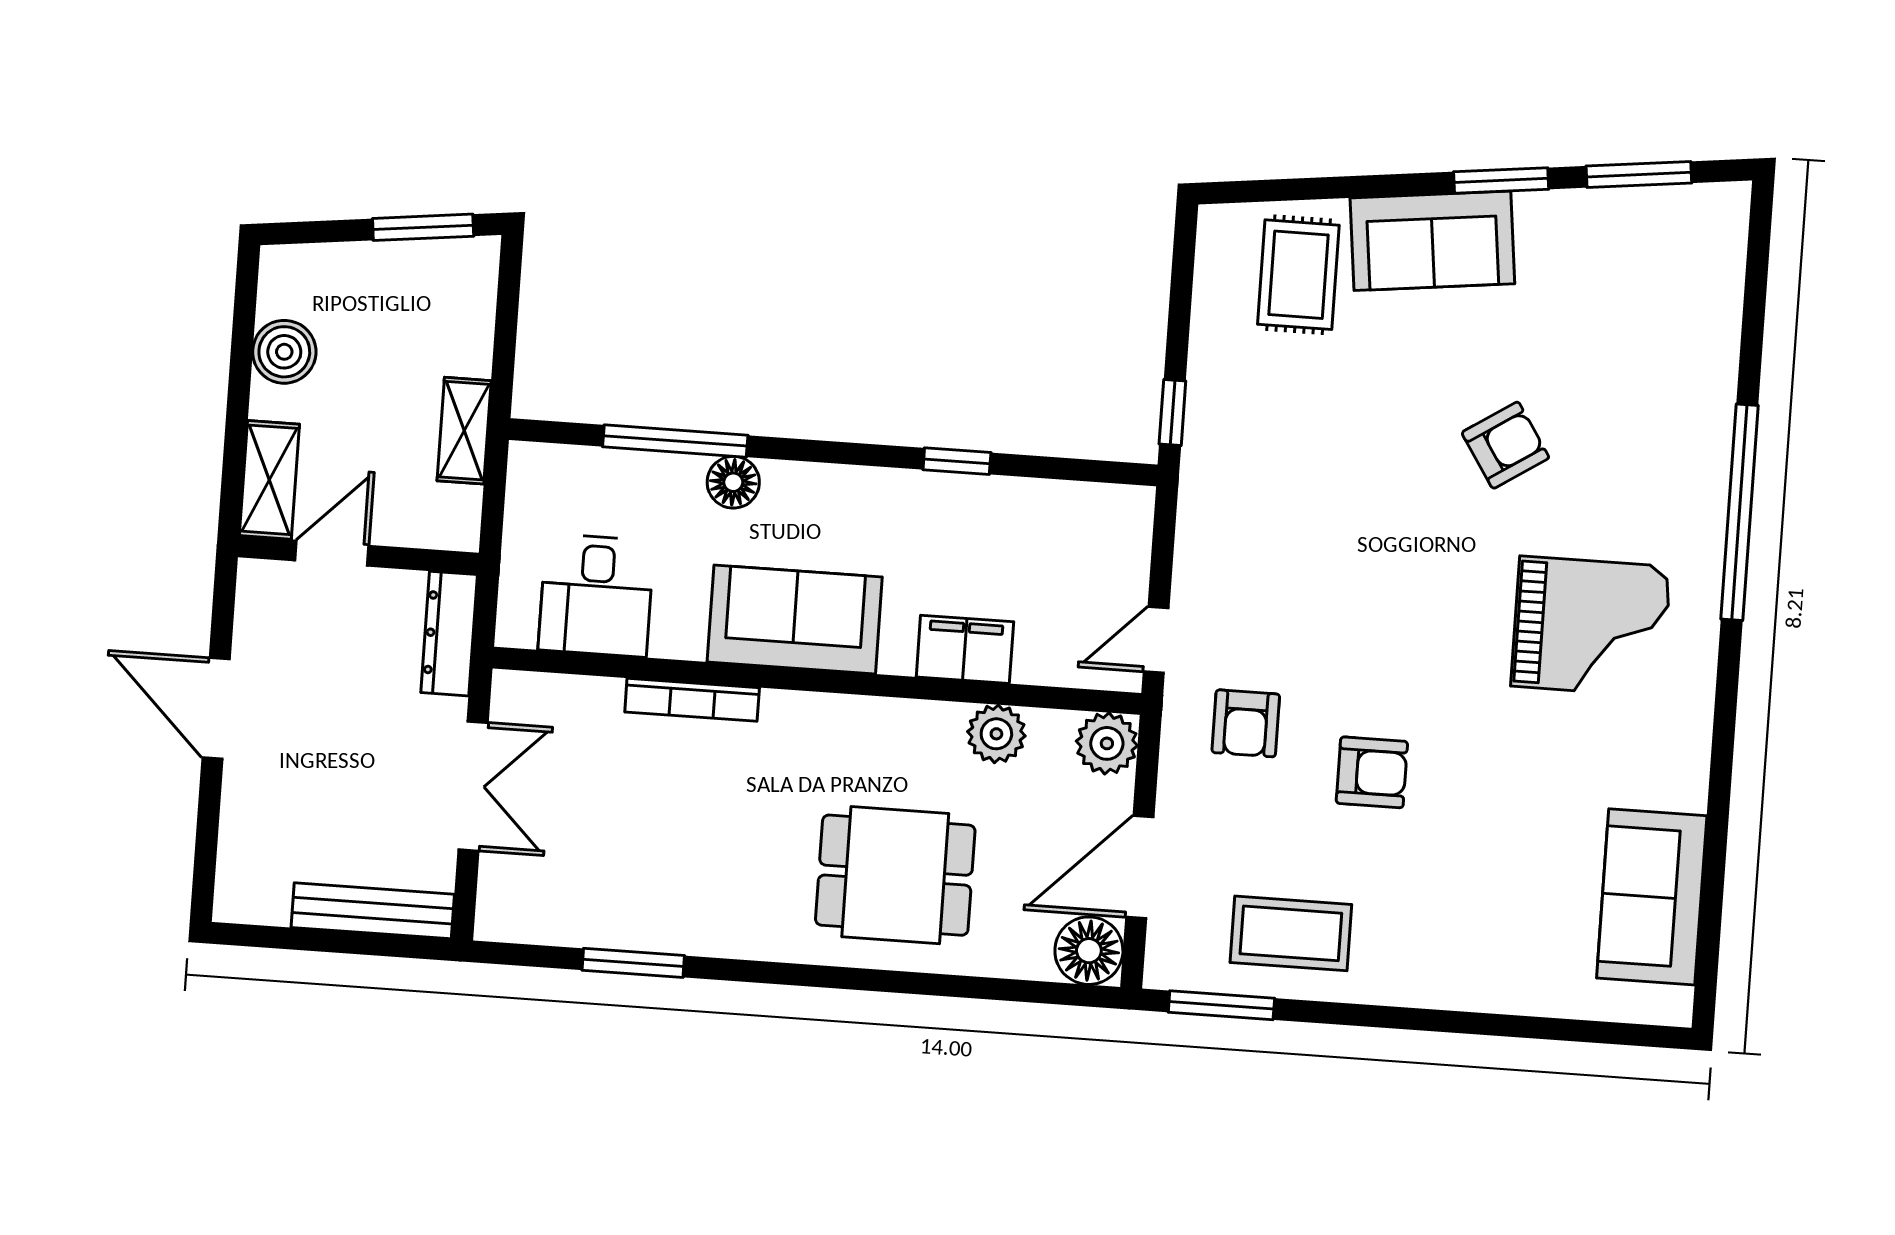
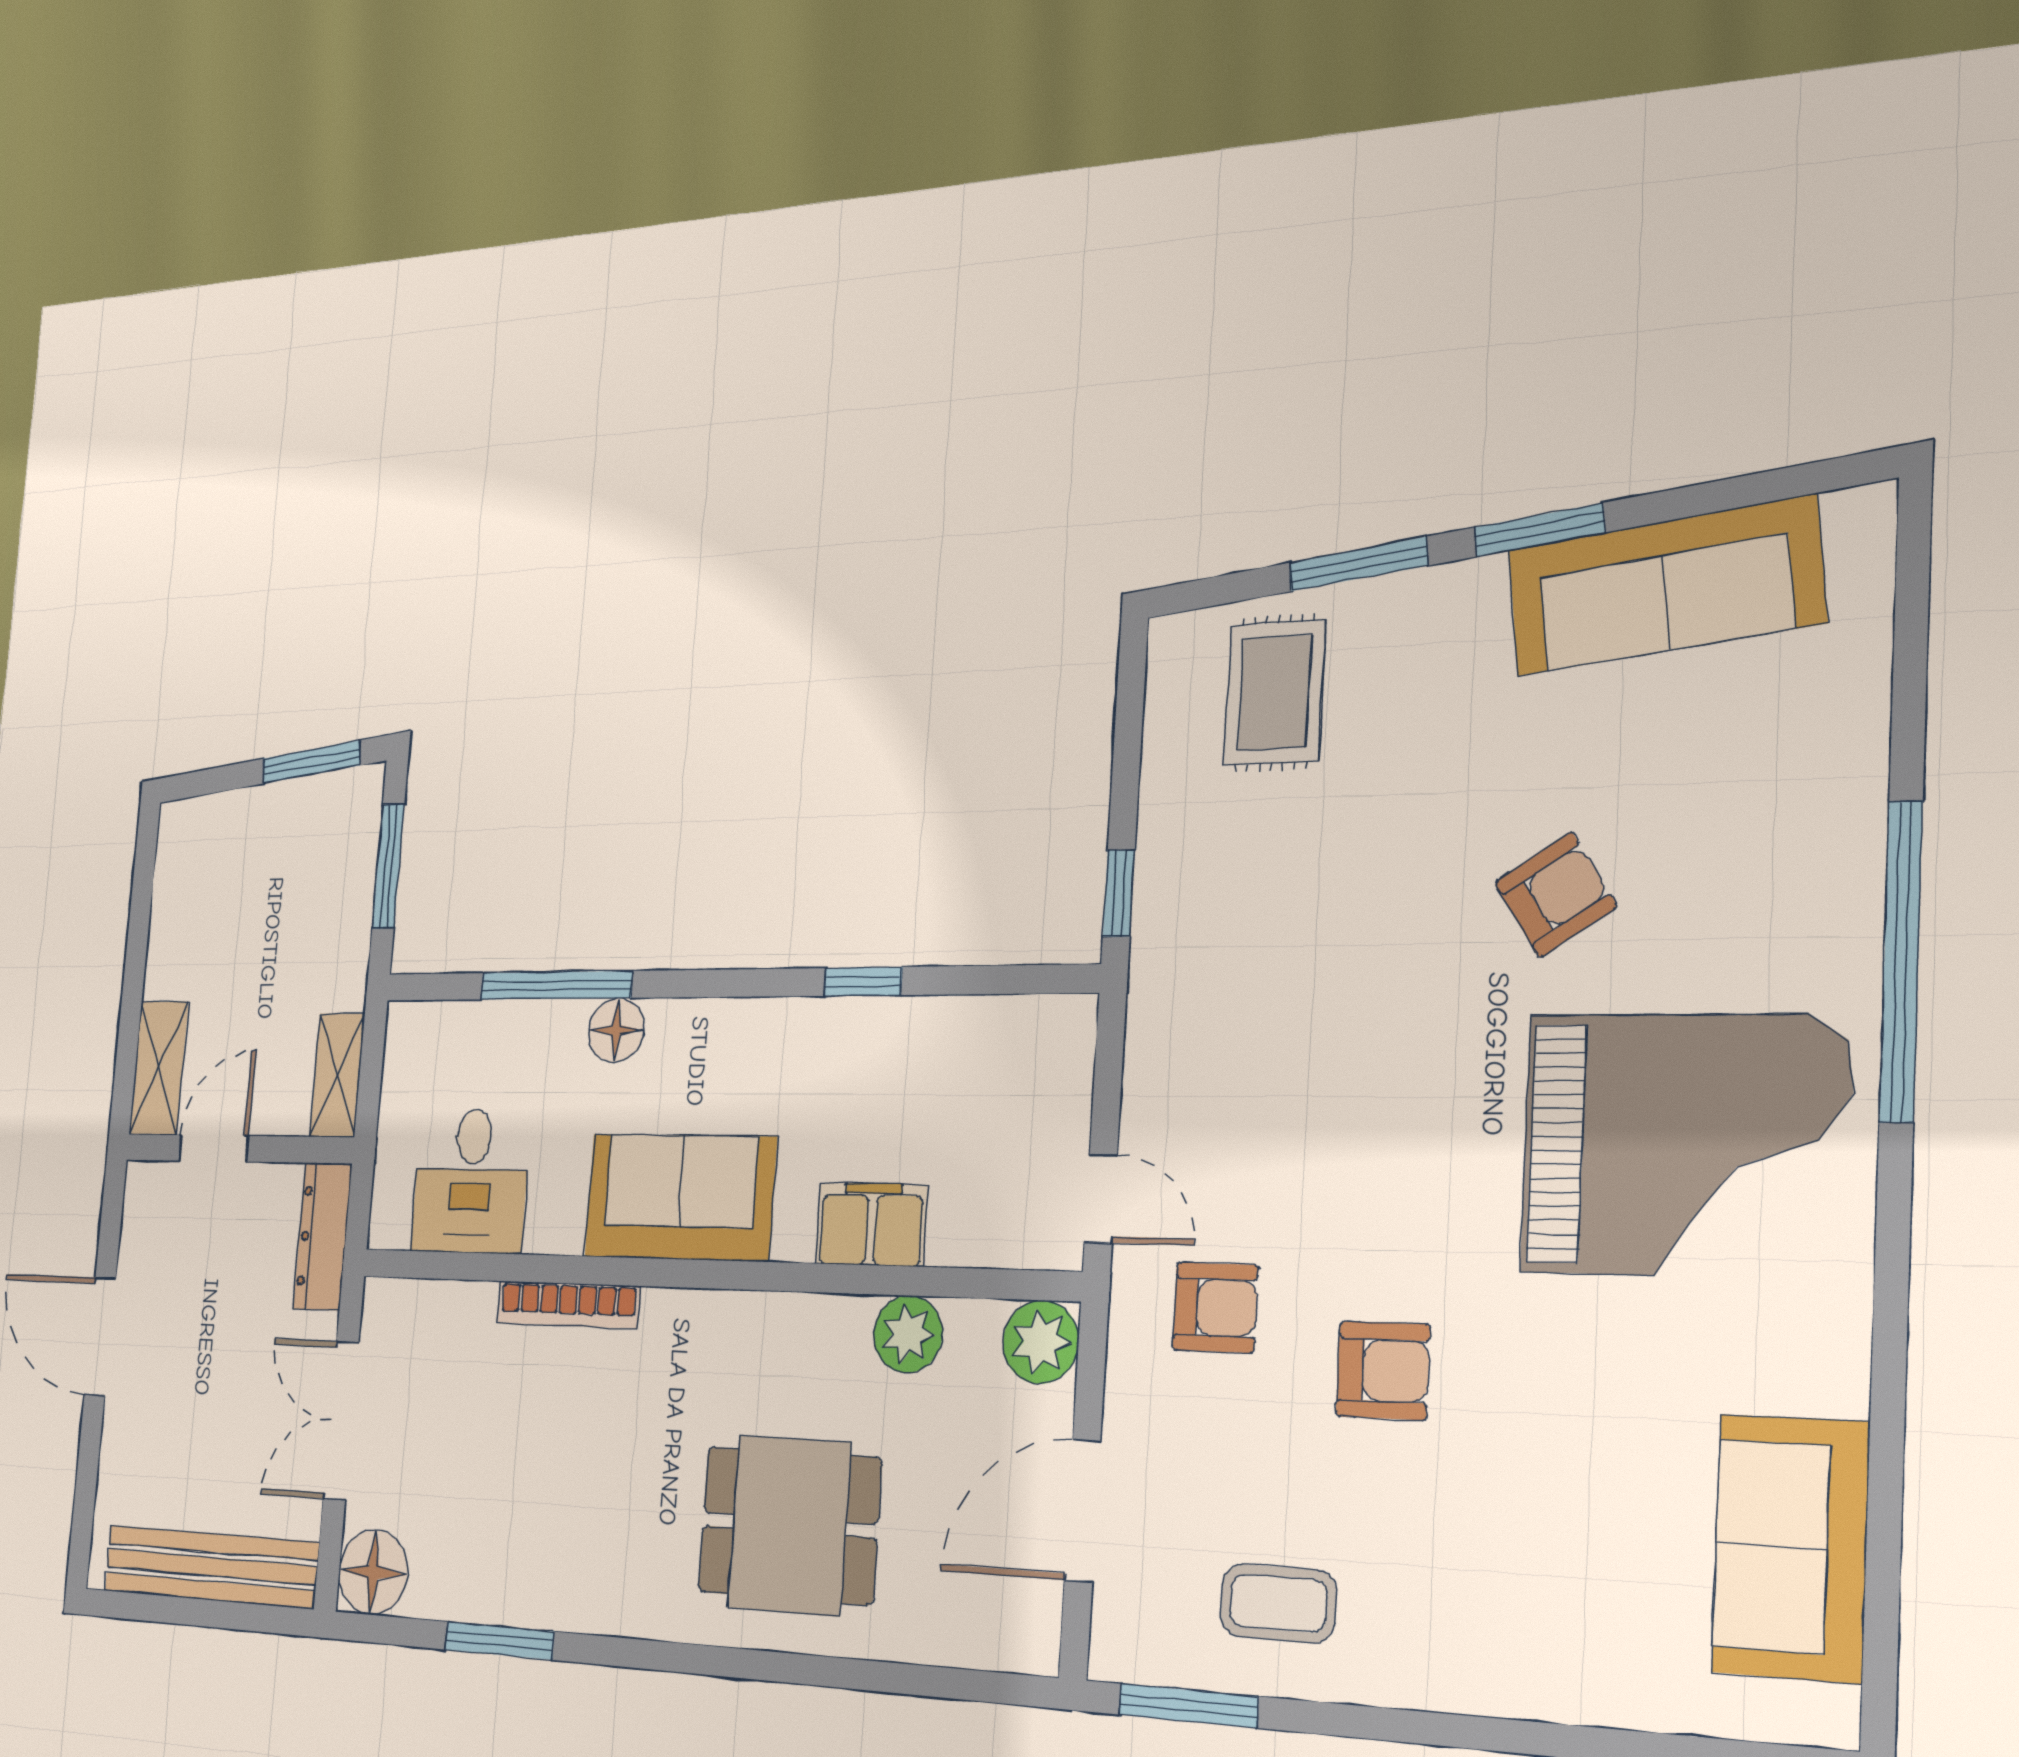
window: (1639, 174) -> (1358, 564), moved
sofa: (1432, 241) -> (1665, 586), moved, width x1.36
window: (506, 326) -> (388, 866), added
boiler: (284, 352) -> (177, 920), removed
shelving: (464, 431) -> (337, 1075), moved
grand piano: (1591, 626) -> (1685, 1145), width x1.37, depth x1.48
door: (1156, 640) -> (1101, 1199), swing flipped
armchair: (1246, 723) -> (1215, 1307), turned -90
double door: (473, 786) -> (341, 1420), swing flipped
bench: (373, 911) -> (211, 1567), width x1.37, depth x1.21
coffee table: (1291, 933) -> (1278, 1603), width x0.73, depth x0.77
floor lamp: (1089, 951) -> (373, 1572), moved

